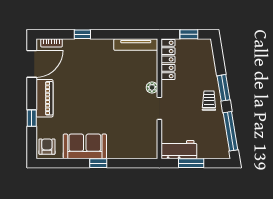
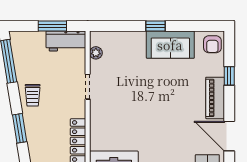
door: (32, 64) -> (229, 136), hinge flipped
plant: (152, 88) -> (96, 53), moved
window: (223, 88) -> (20, 128), moved

